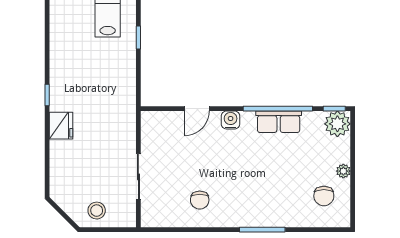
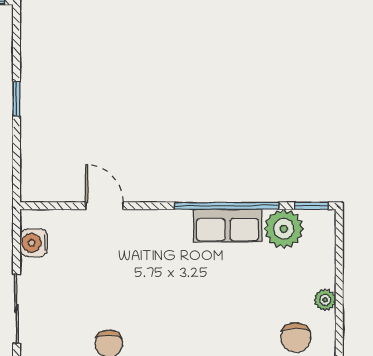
door: (197, 109) -> (104, 206), swing flipped
water cooler: (231, 120) -> (34, 243), moved, turned -90
plant: (337, 124) -> (284, 229), moved

